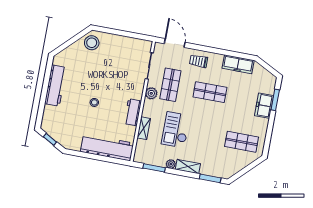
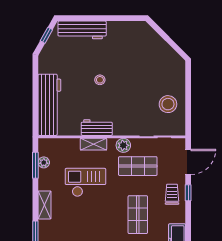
stool: (92, 43) -> (168, 104), moved
window: (200, 48) -> (188, 193), added
workbench: (55, 86) -> (82, 30), moved
shelving: (144, 128) -> (93, 144), moved
plant: (171, 164) -> (44, 162), moved

